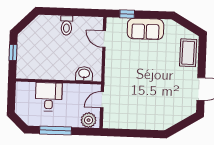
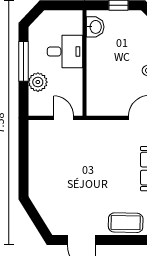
washbasin: (84, 74) -> (95, 27), moved
plant: (89, 120) -> (38, 82), moved

